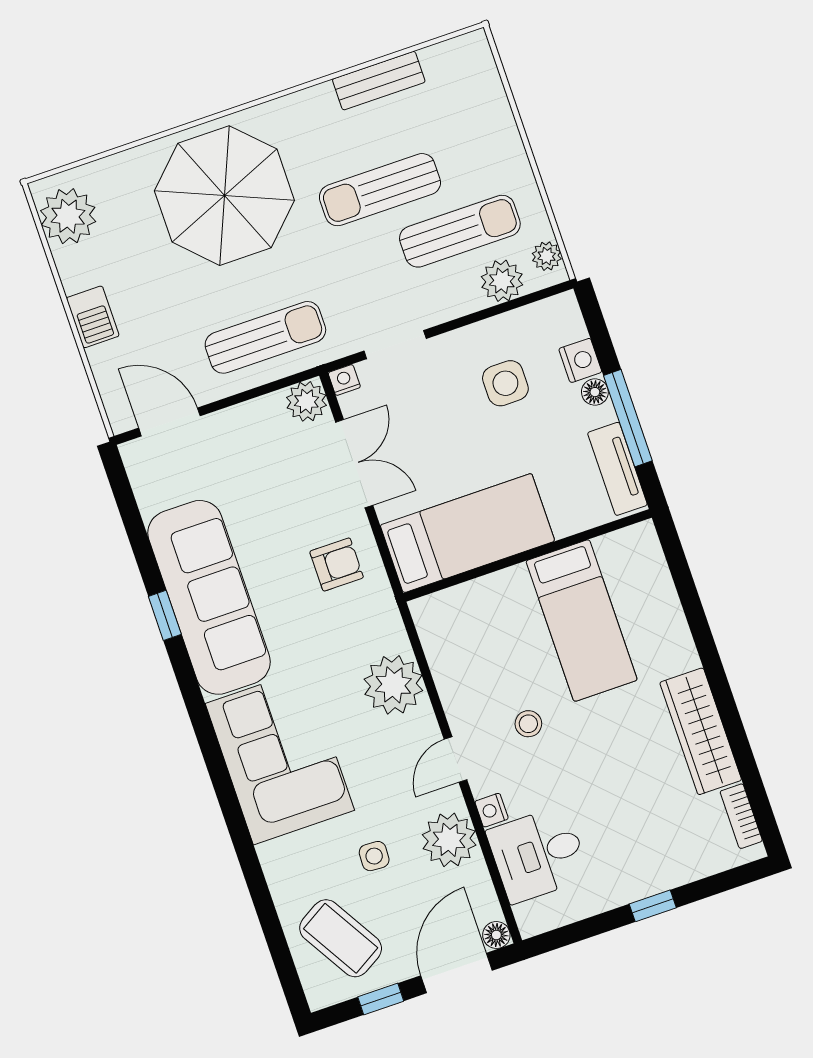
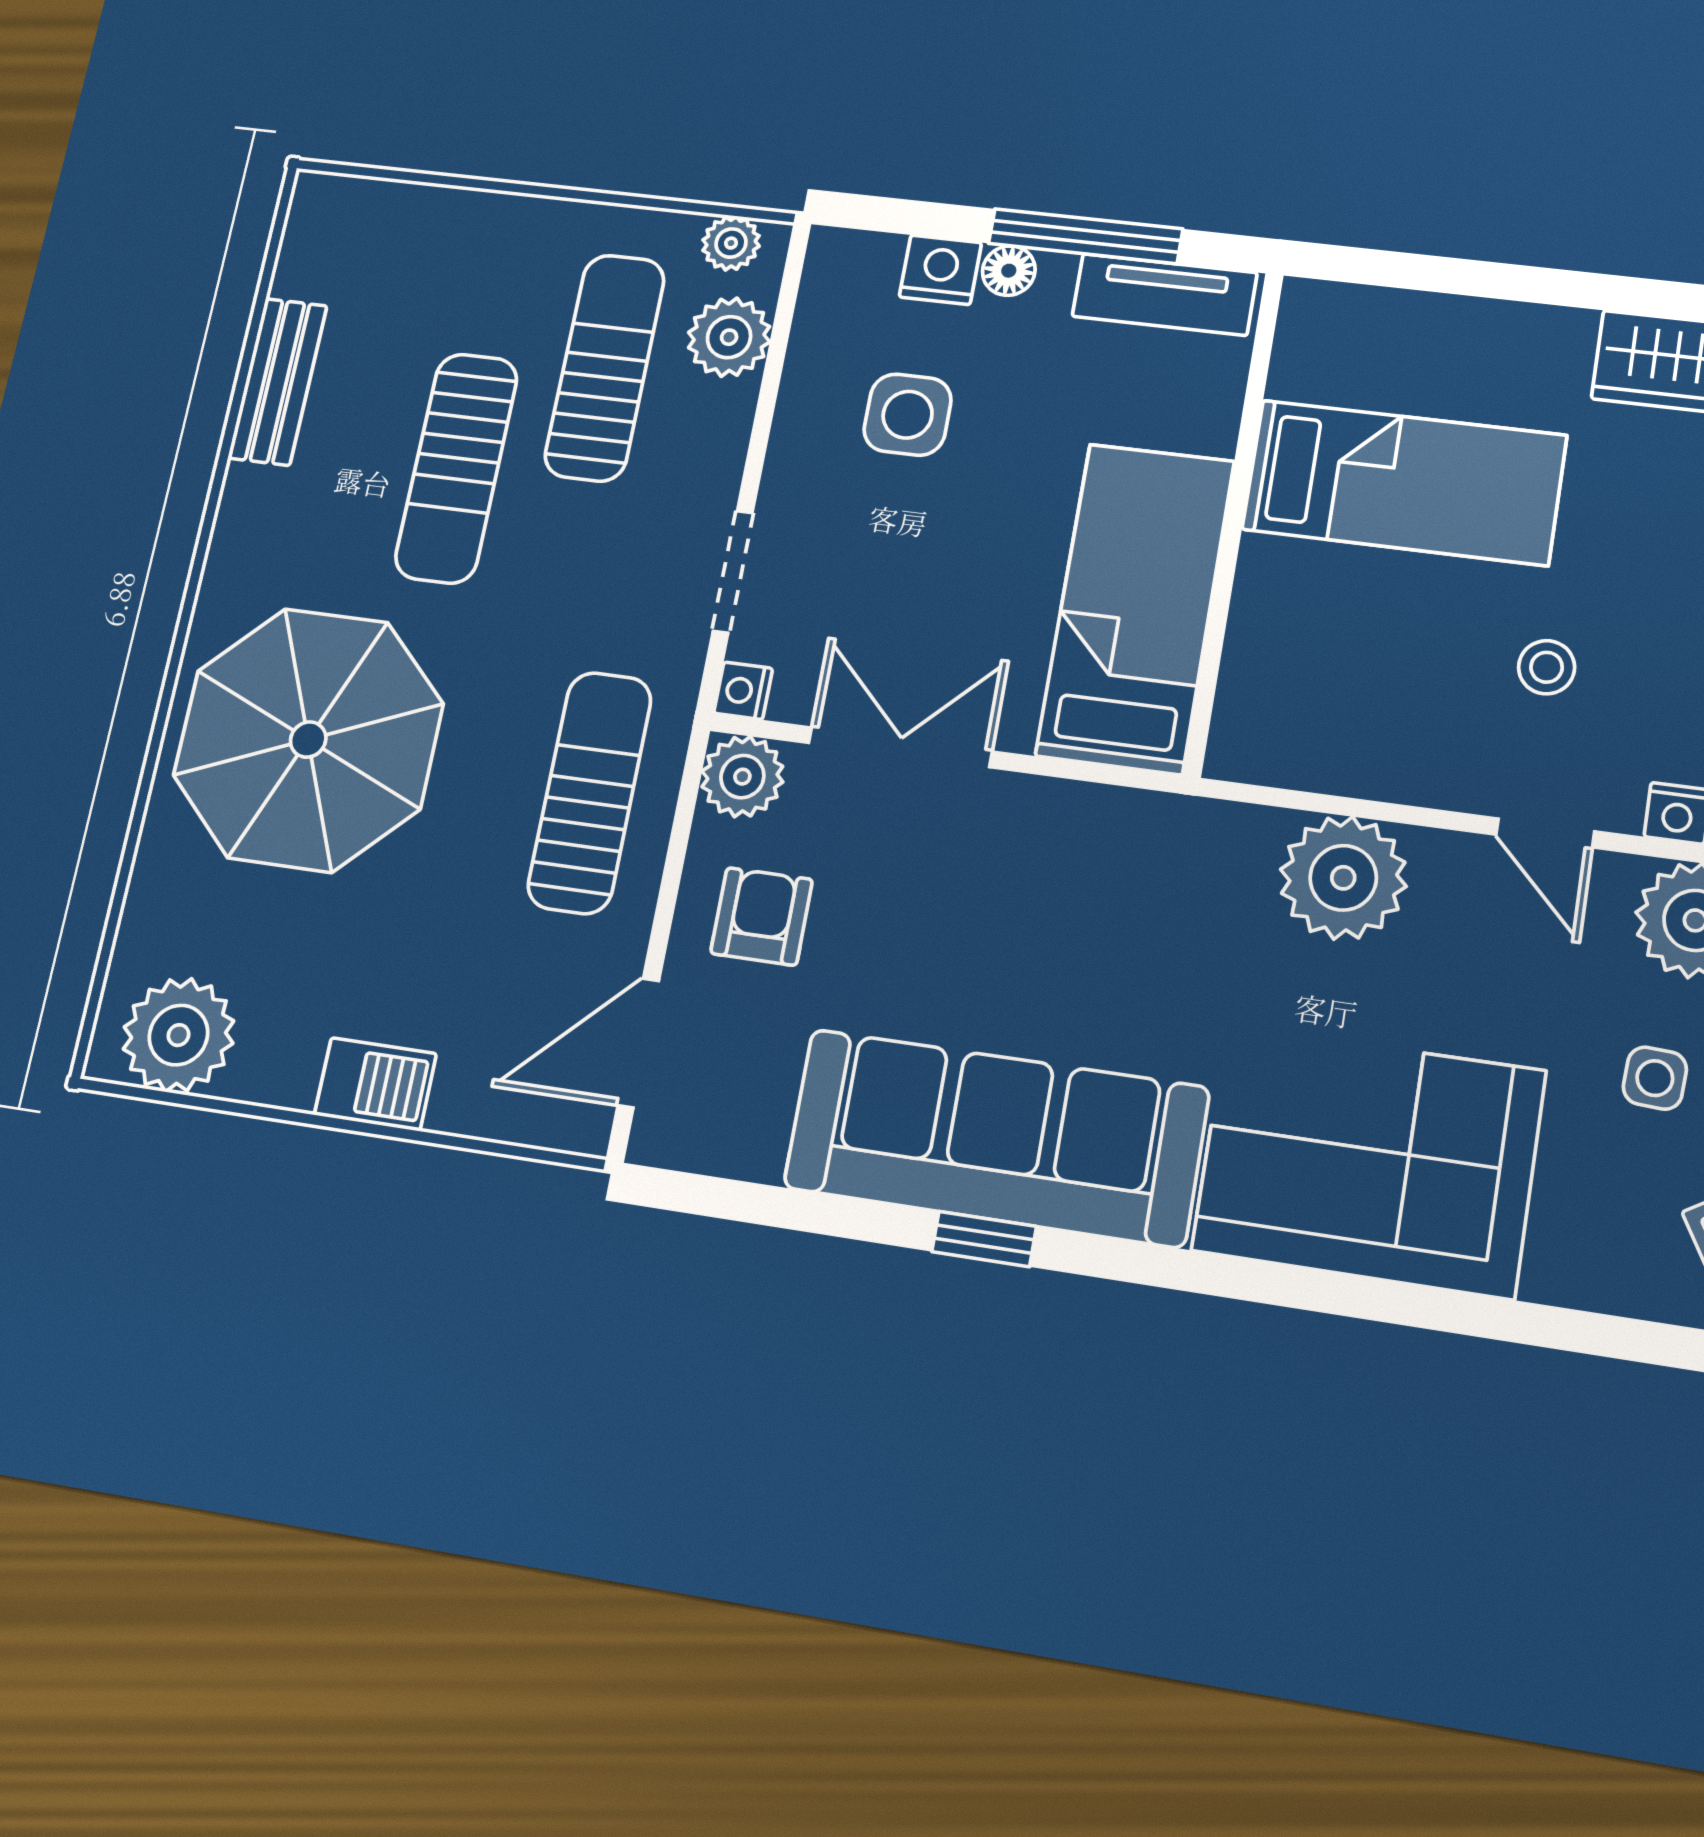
armchair: (337, 565) -> (762, 916), moved

